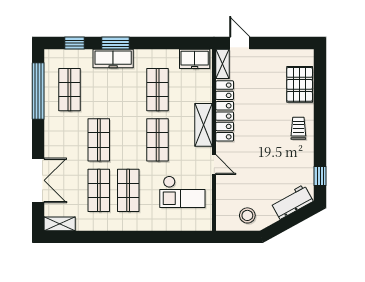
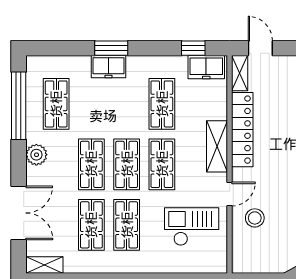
window: (74, 43) -> (193, 48), moved
freezer: (113, 58) -> (109, 67), width x0.71
plant: (53, 132) -> (36, 155), added
shop shelf: (128, 140) -> (127, 164), added
door: (214, 165) -> (230, 194), hinge flipped
checkout: (182, 192) -> (192, 227), turned 180
stool: (247, 215) -> (255, 218), moved

